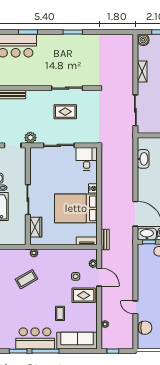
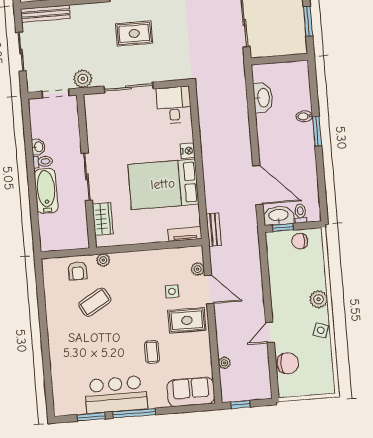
armchair: (17, 258) -> (78, 271), added
door: (135, 307) -> (270, 333), hinge flipped
sofa: (77, 341) -> (191, 392), width x0.73

